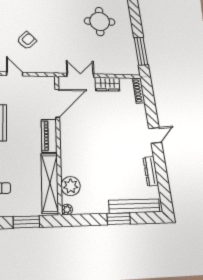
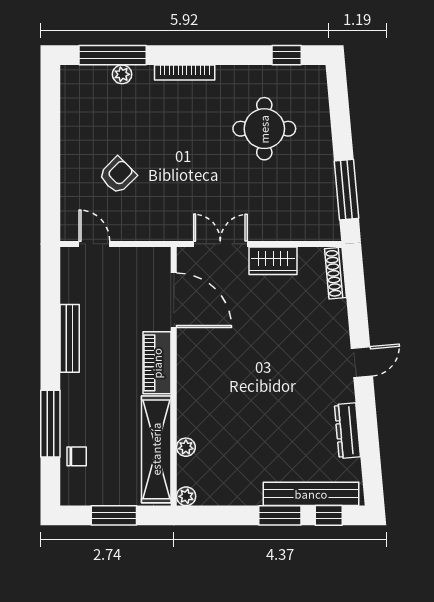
door: (57, 103) -> (174, 300), hinge flipped
plant: (71, 186) -> (186, 447), width x0.53, depth x0.53
window: (145, 218) -> (329, 515), added

